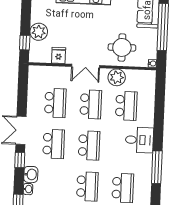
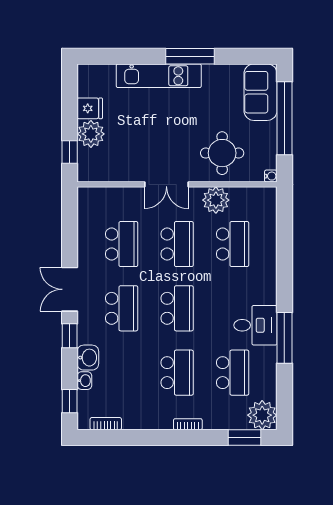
fridge: (59, 55) -> (90, 108), moved, turned 90
desk: (139, 140) -> (255, 325), moved

